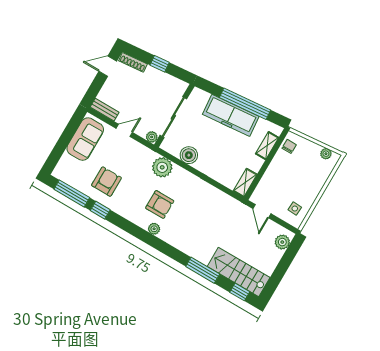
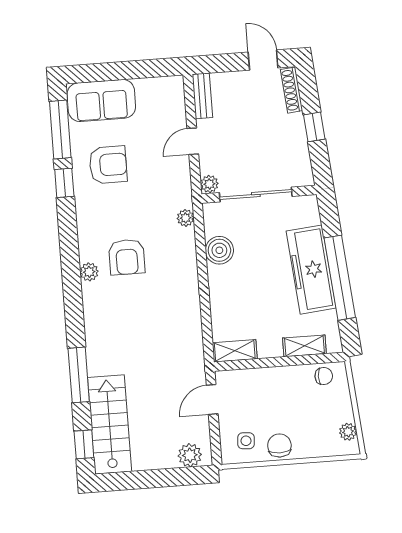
door: (124, 130) -> (193, 141), swing flipped
sofa: (85, 139) -> (101, 101), moved
plant: (162, 167) -> (186, 218), width x0.53, depth x0.53
chair: (309, 193) -> (279, 445), added

